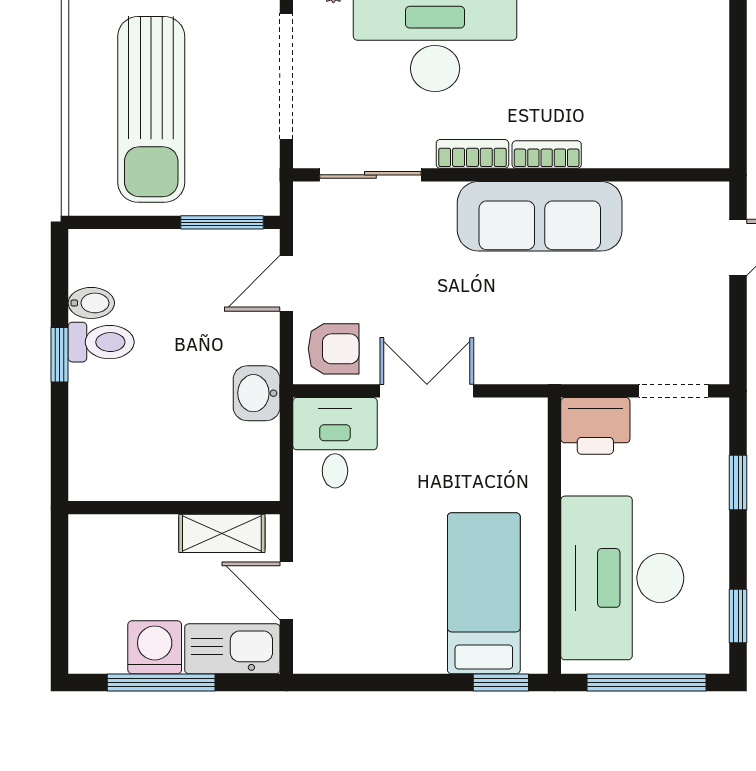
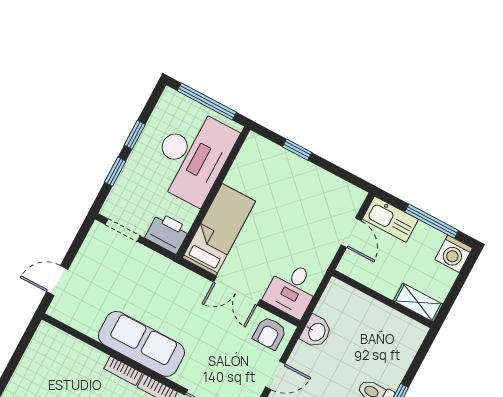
armchair: (334, 349) -> (270, 333), turned -90
shelving: (222, 533) -> (418, 303), moved
bed: (484, 593) -> (219, 230), moved, turned 180
window: (738, 616) -> (135, 135), moved
washing machine: (155, 647) -> (454, 254), moved
window: (501, 683) -> (297, 150), moved

